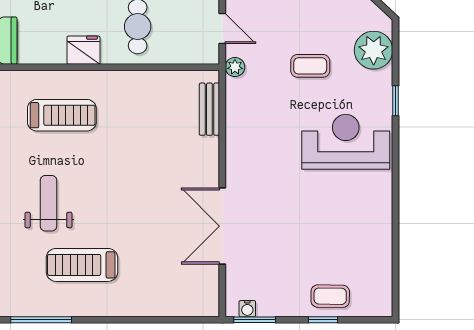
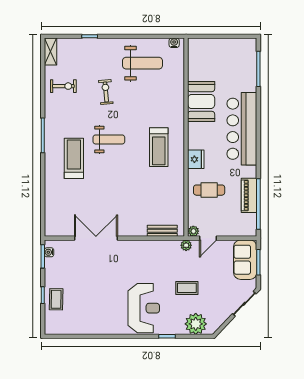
plant: (210, 54) -> (193, 231), added
coffee table: (310, 66) -> (187, 288), turned 90

